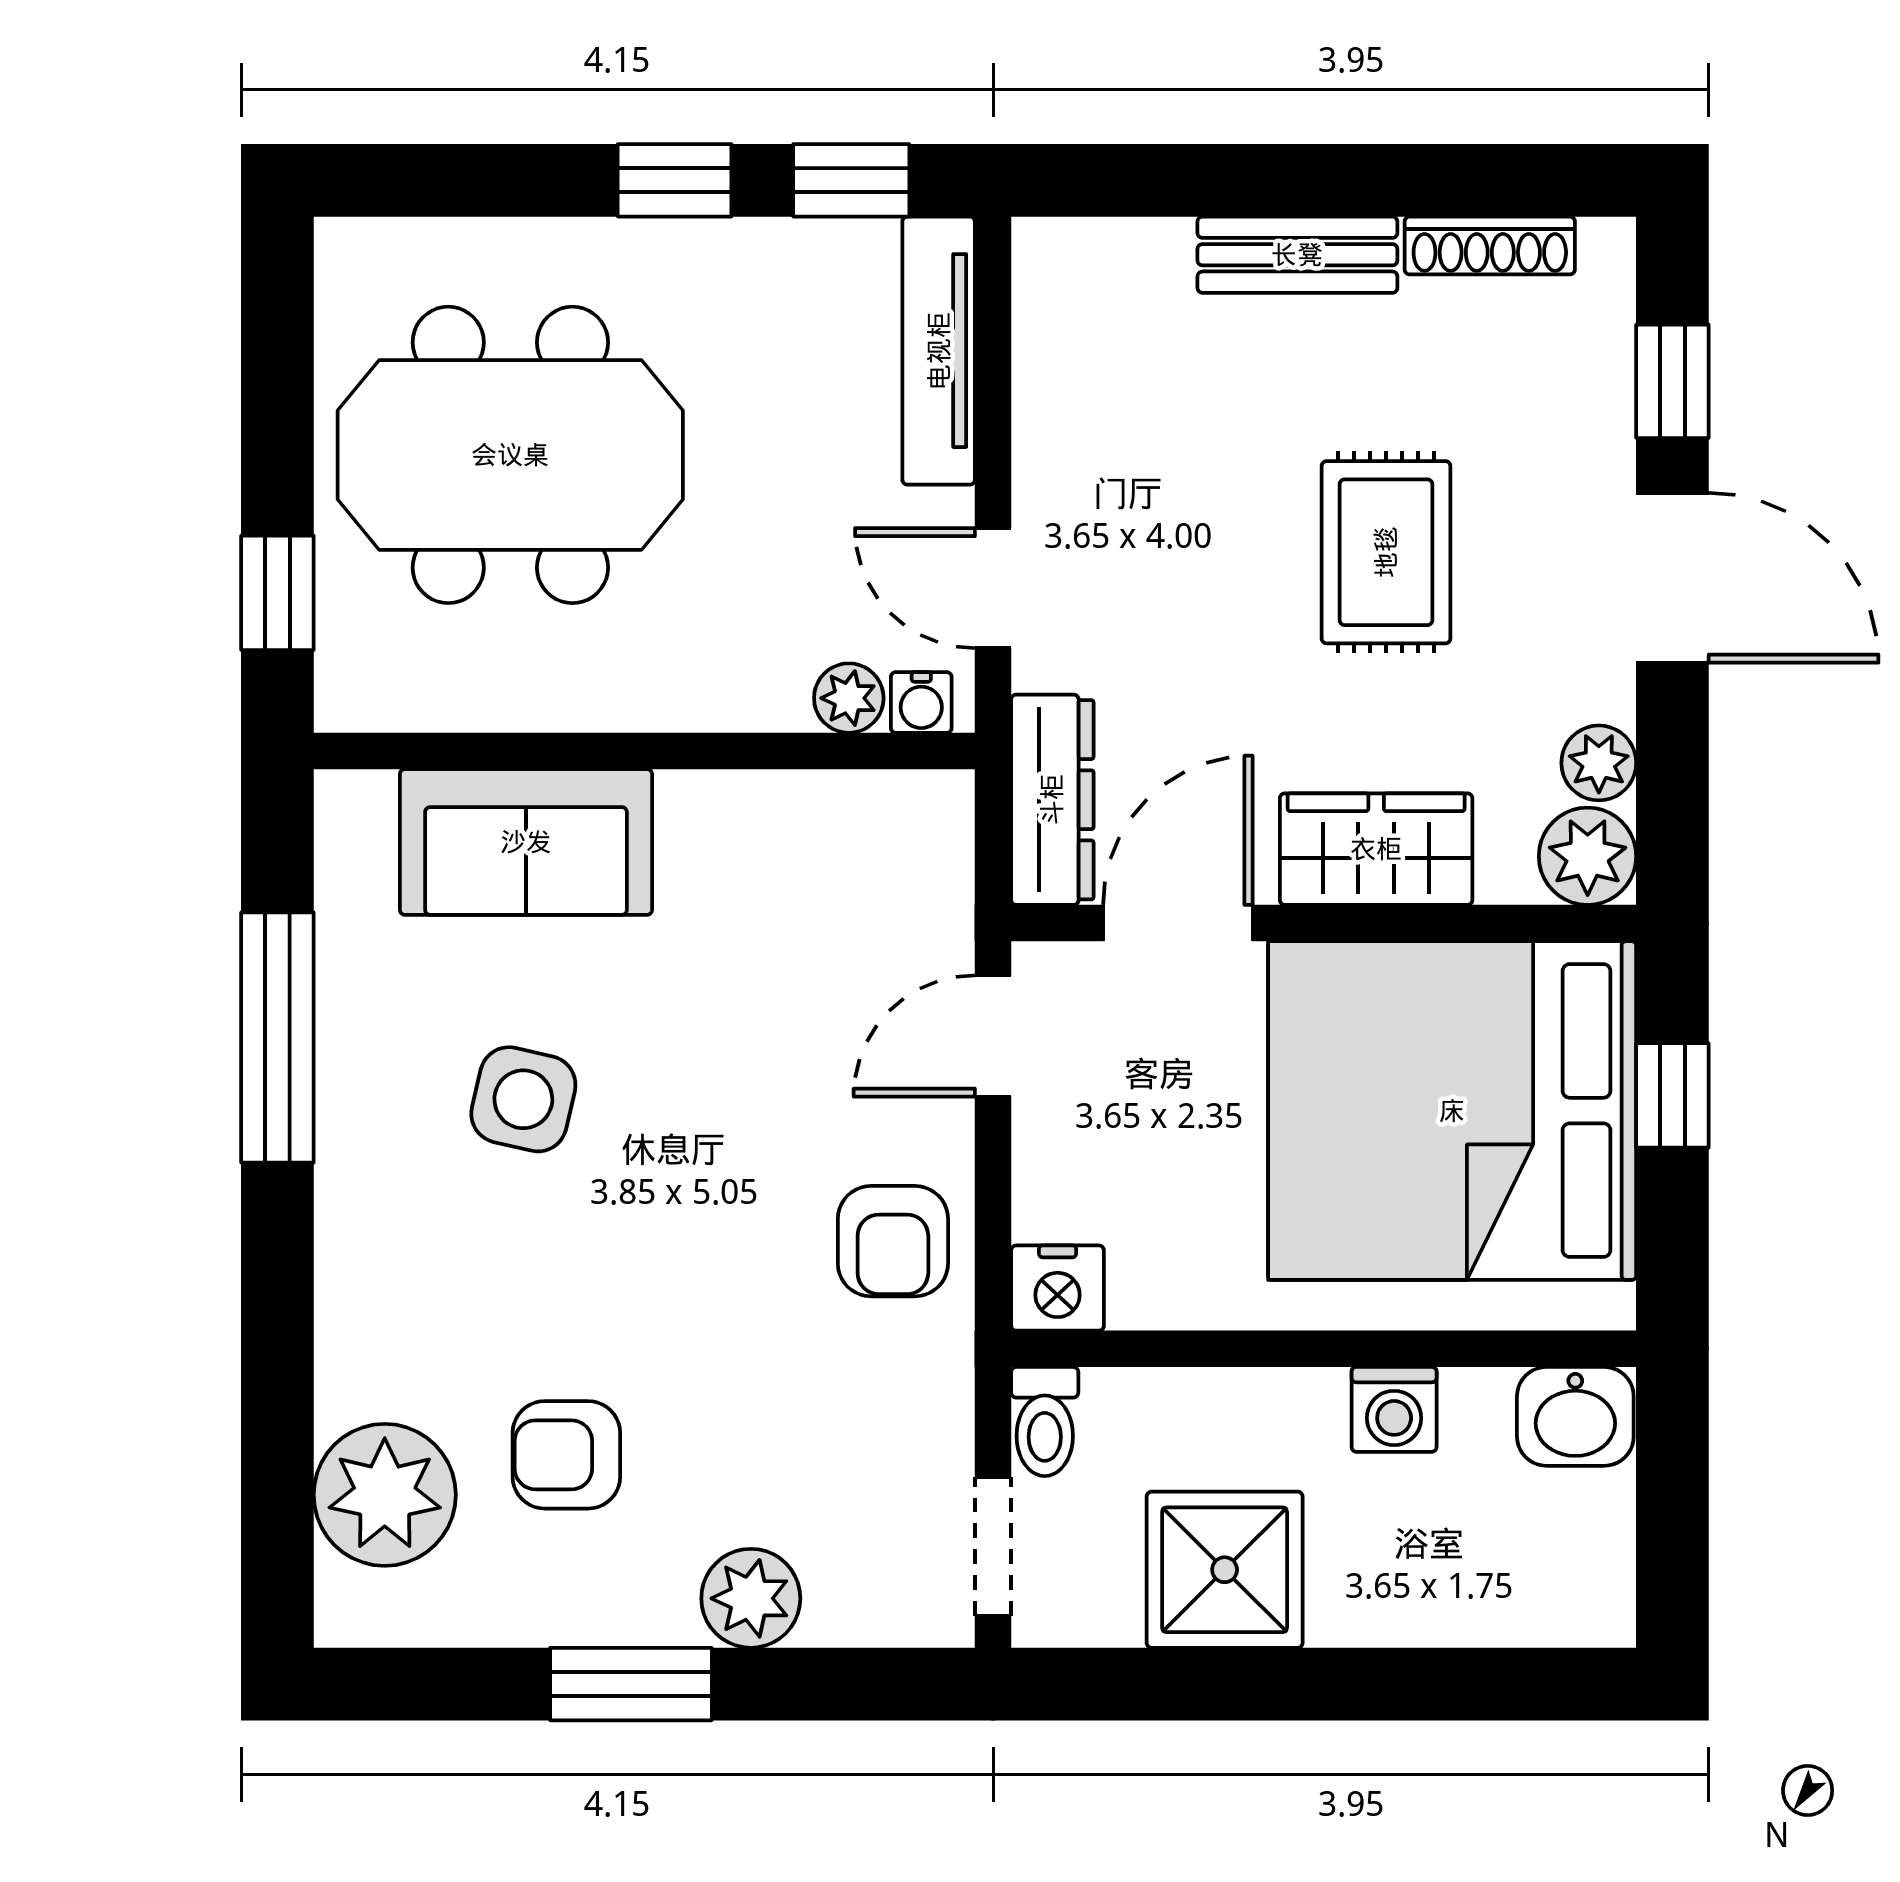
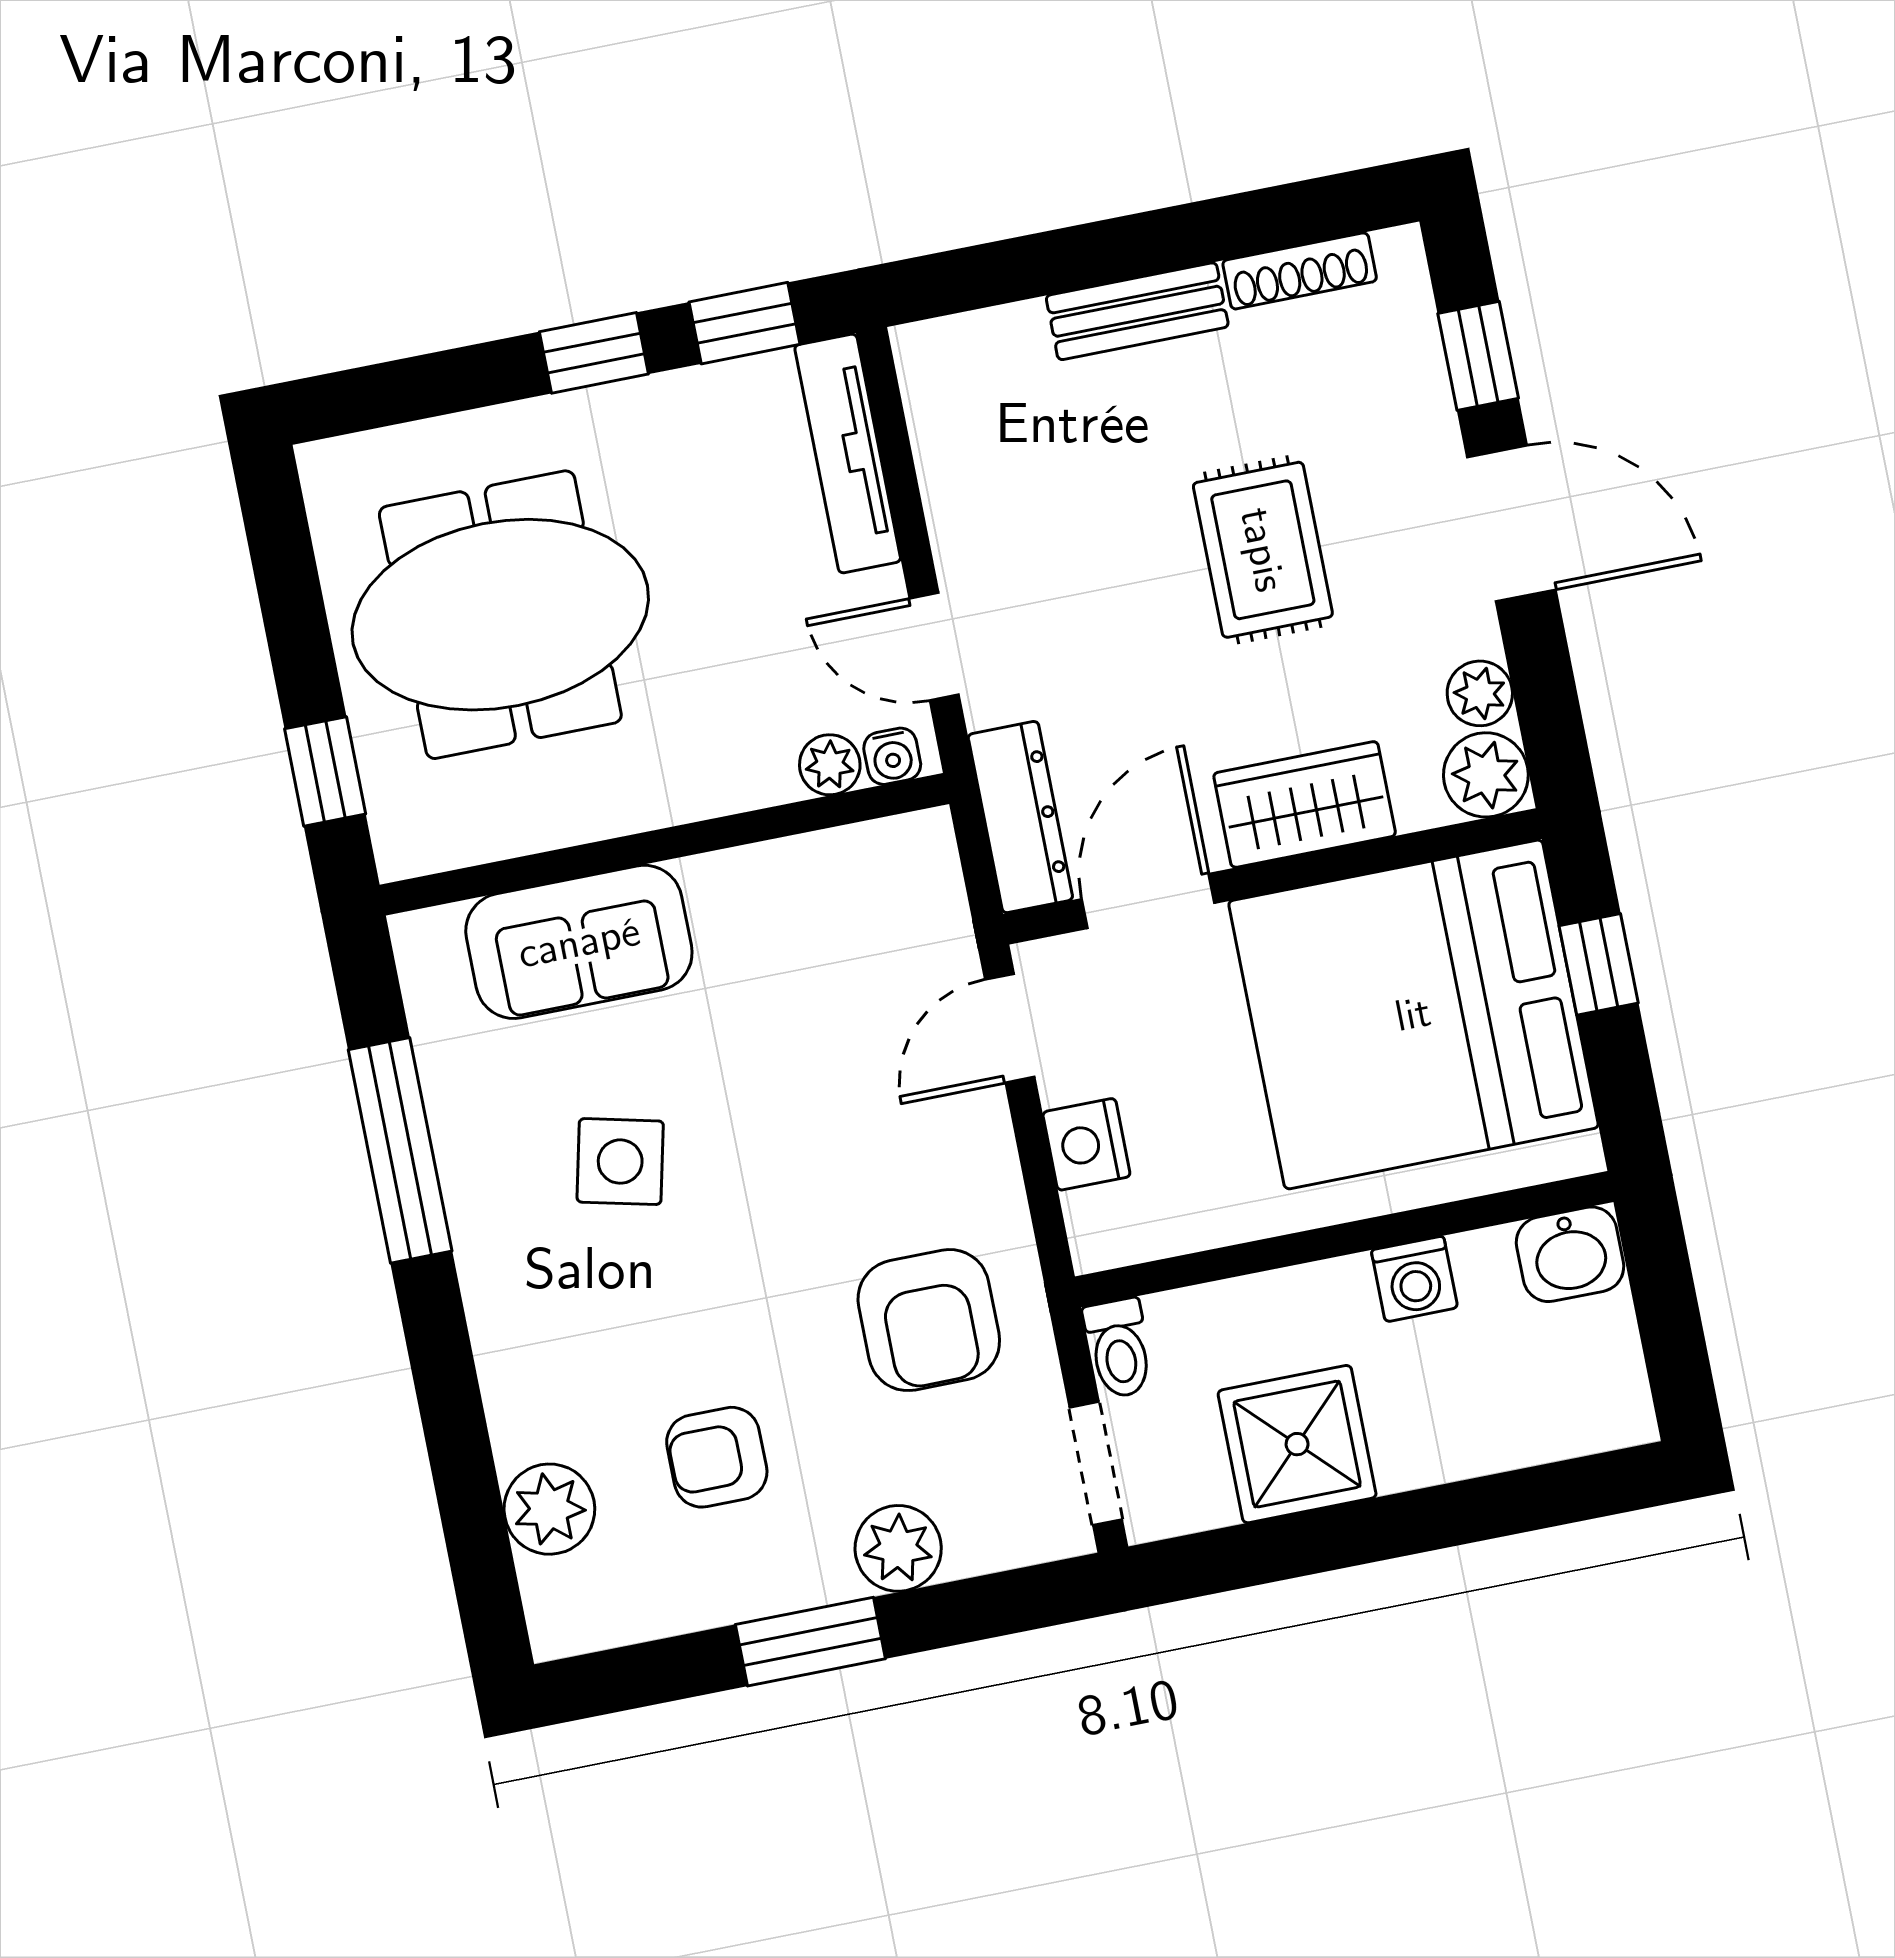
armchair: (893, 1241) -> (929, 1320), moved, width x1.38, depth x1.38
nightstand: (1058, 1288) -> (1086, 1144), moved, turned 90
plant: (385, 1495) -> (549, 1509), width x0.73, depth x0.73

